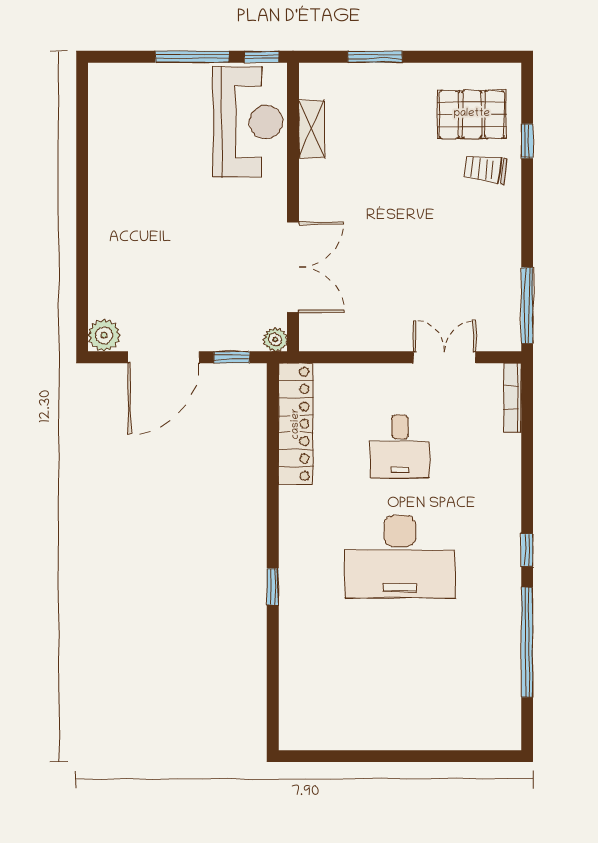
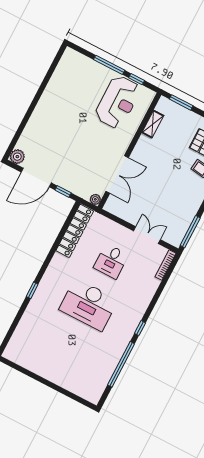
shelving: (312, 129) -> (153, 124), moved
wall: (293, 207) -> (129, 151), moved
double door: (293, 267) -> (117, 174), moved
plant: (275, 340) -> (95, 199), moved

